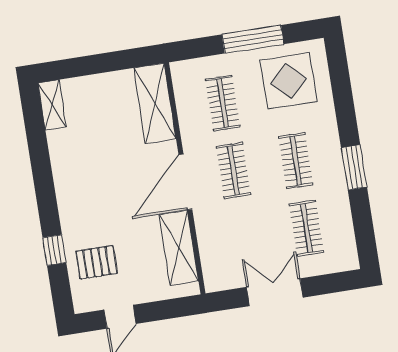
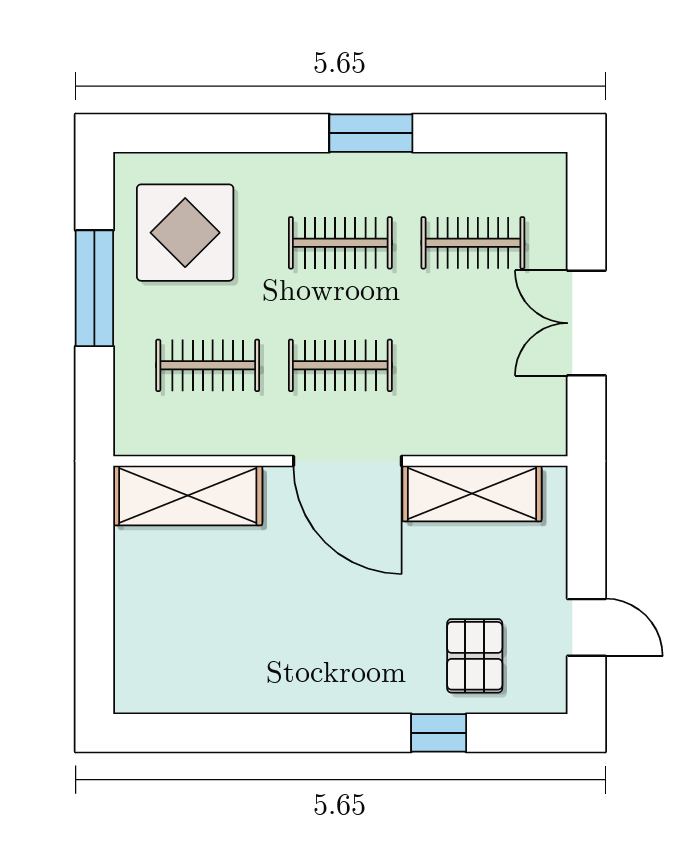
shelving: (52, 105) -> (159, 693), removed

